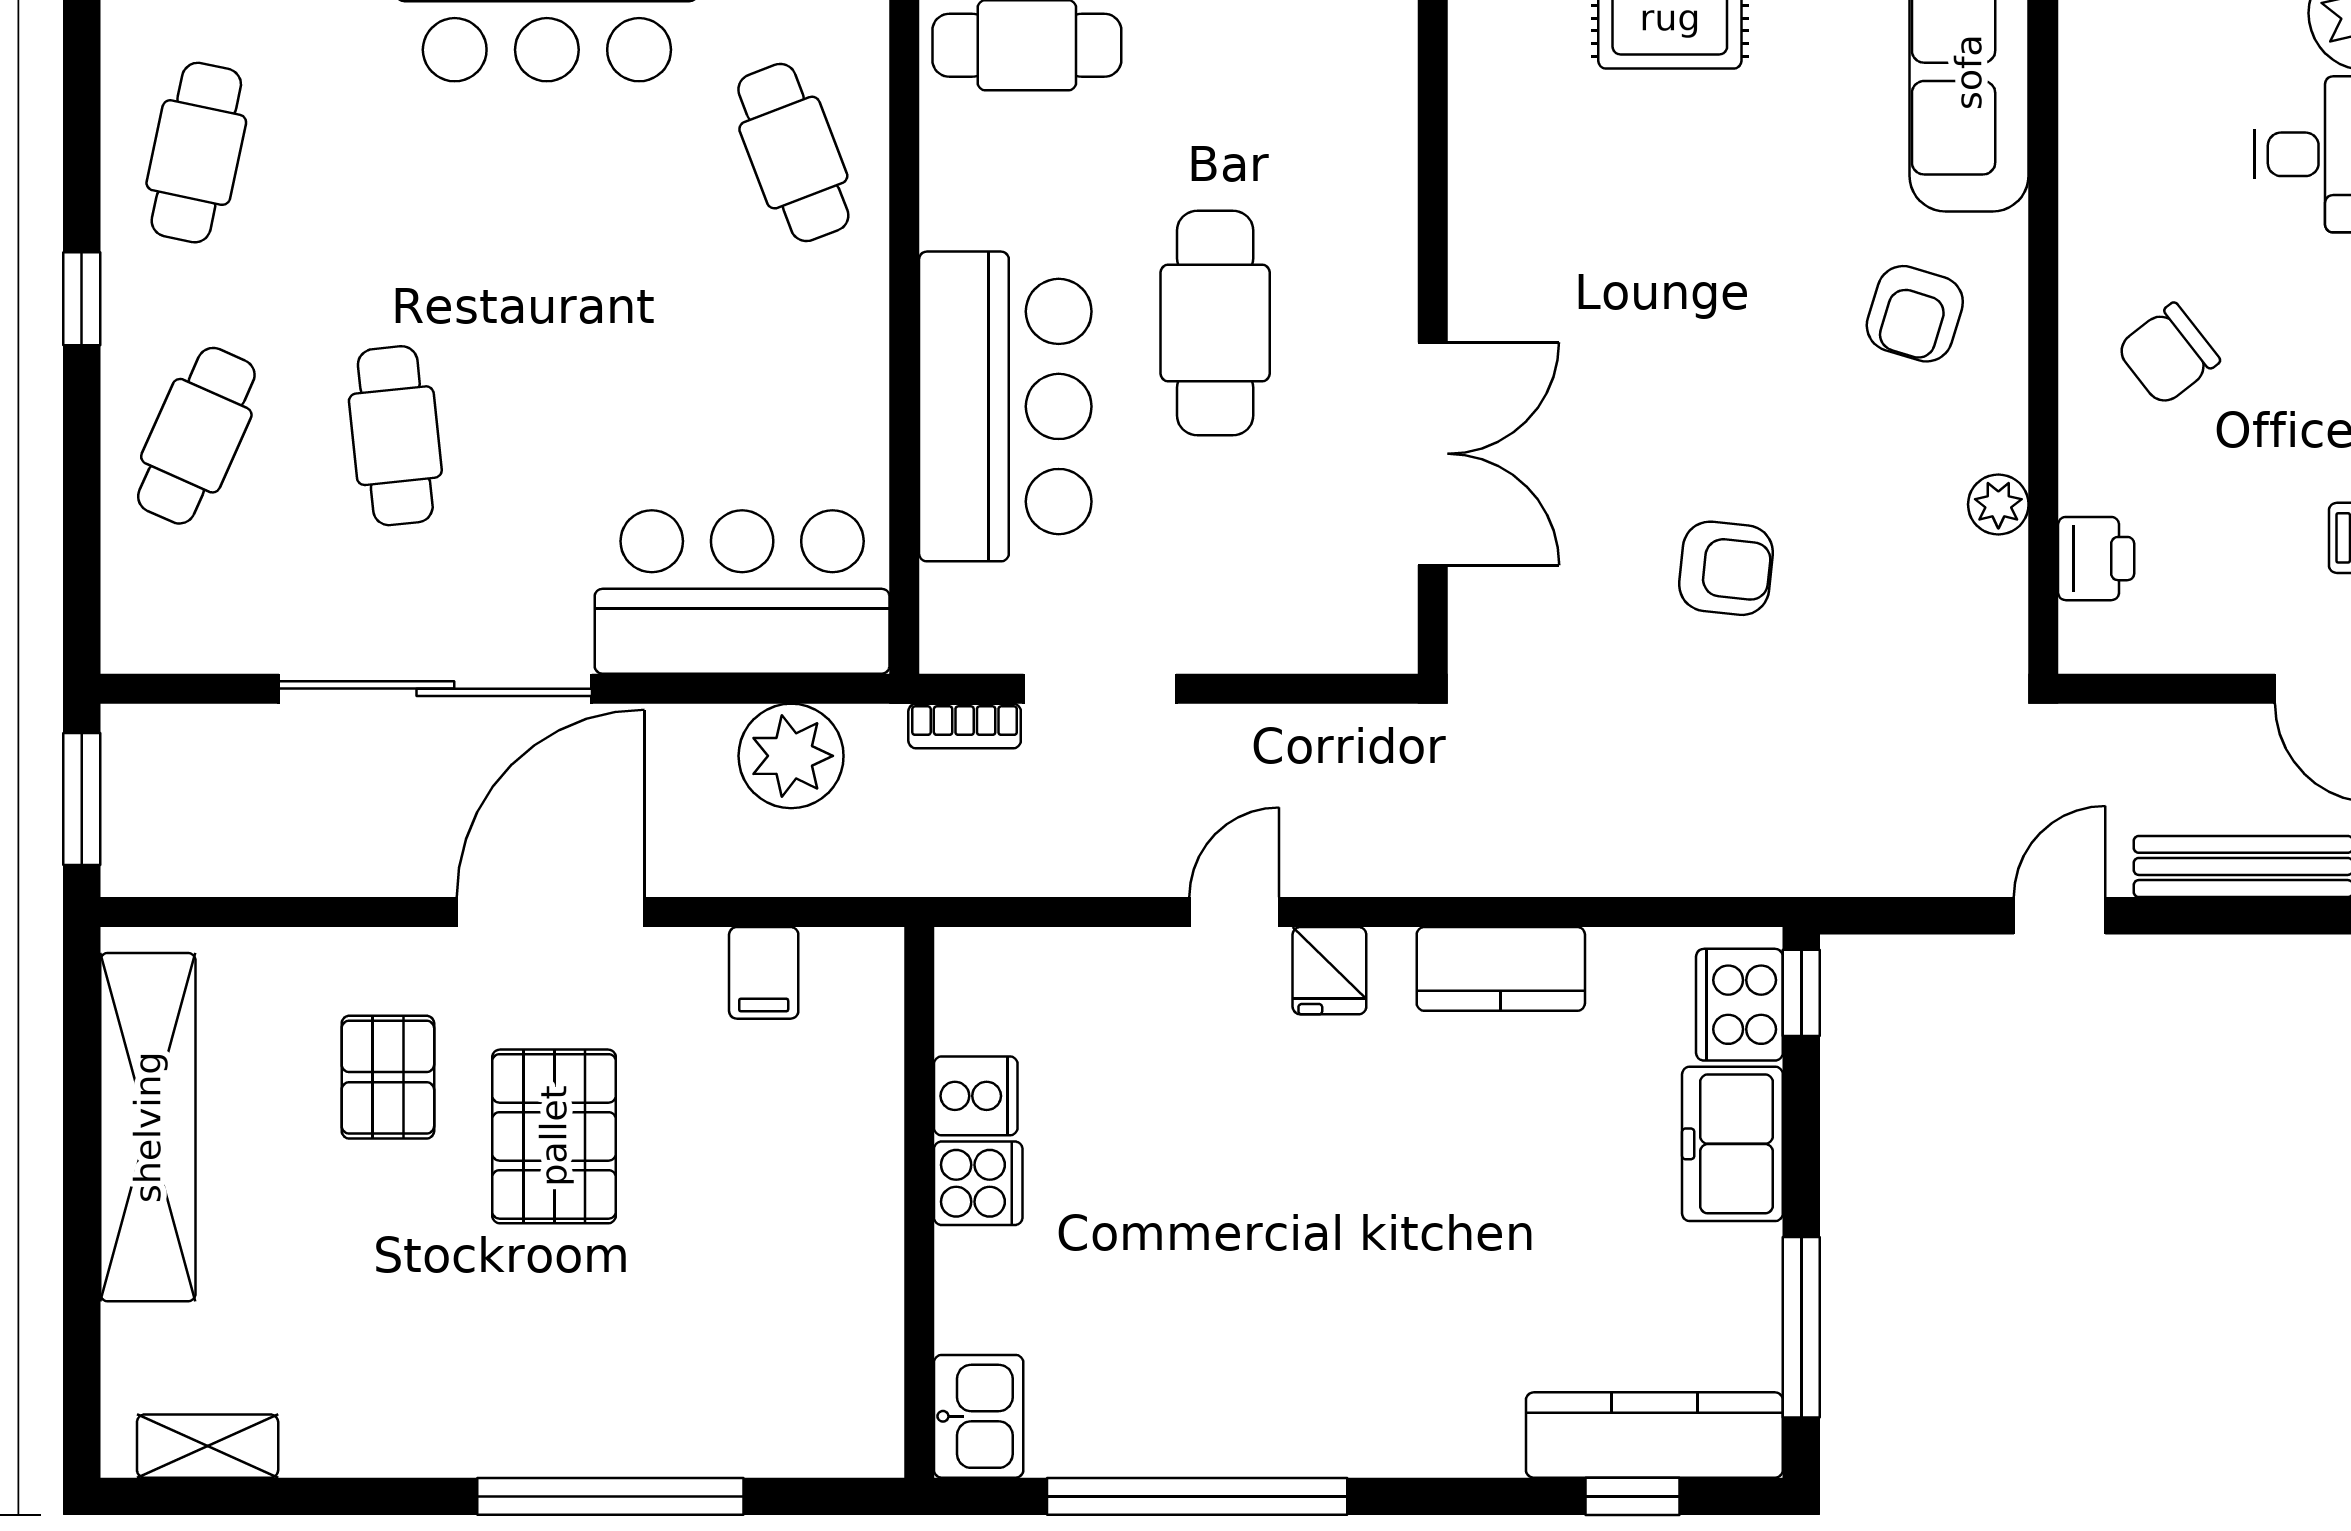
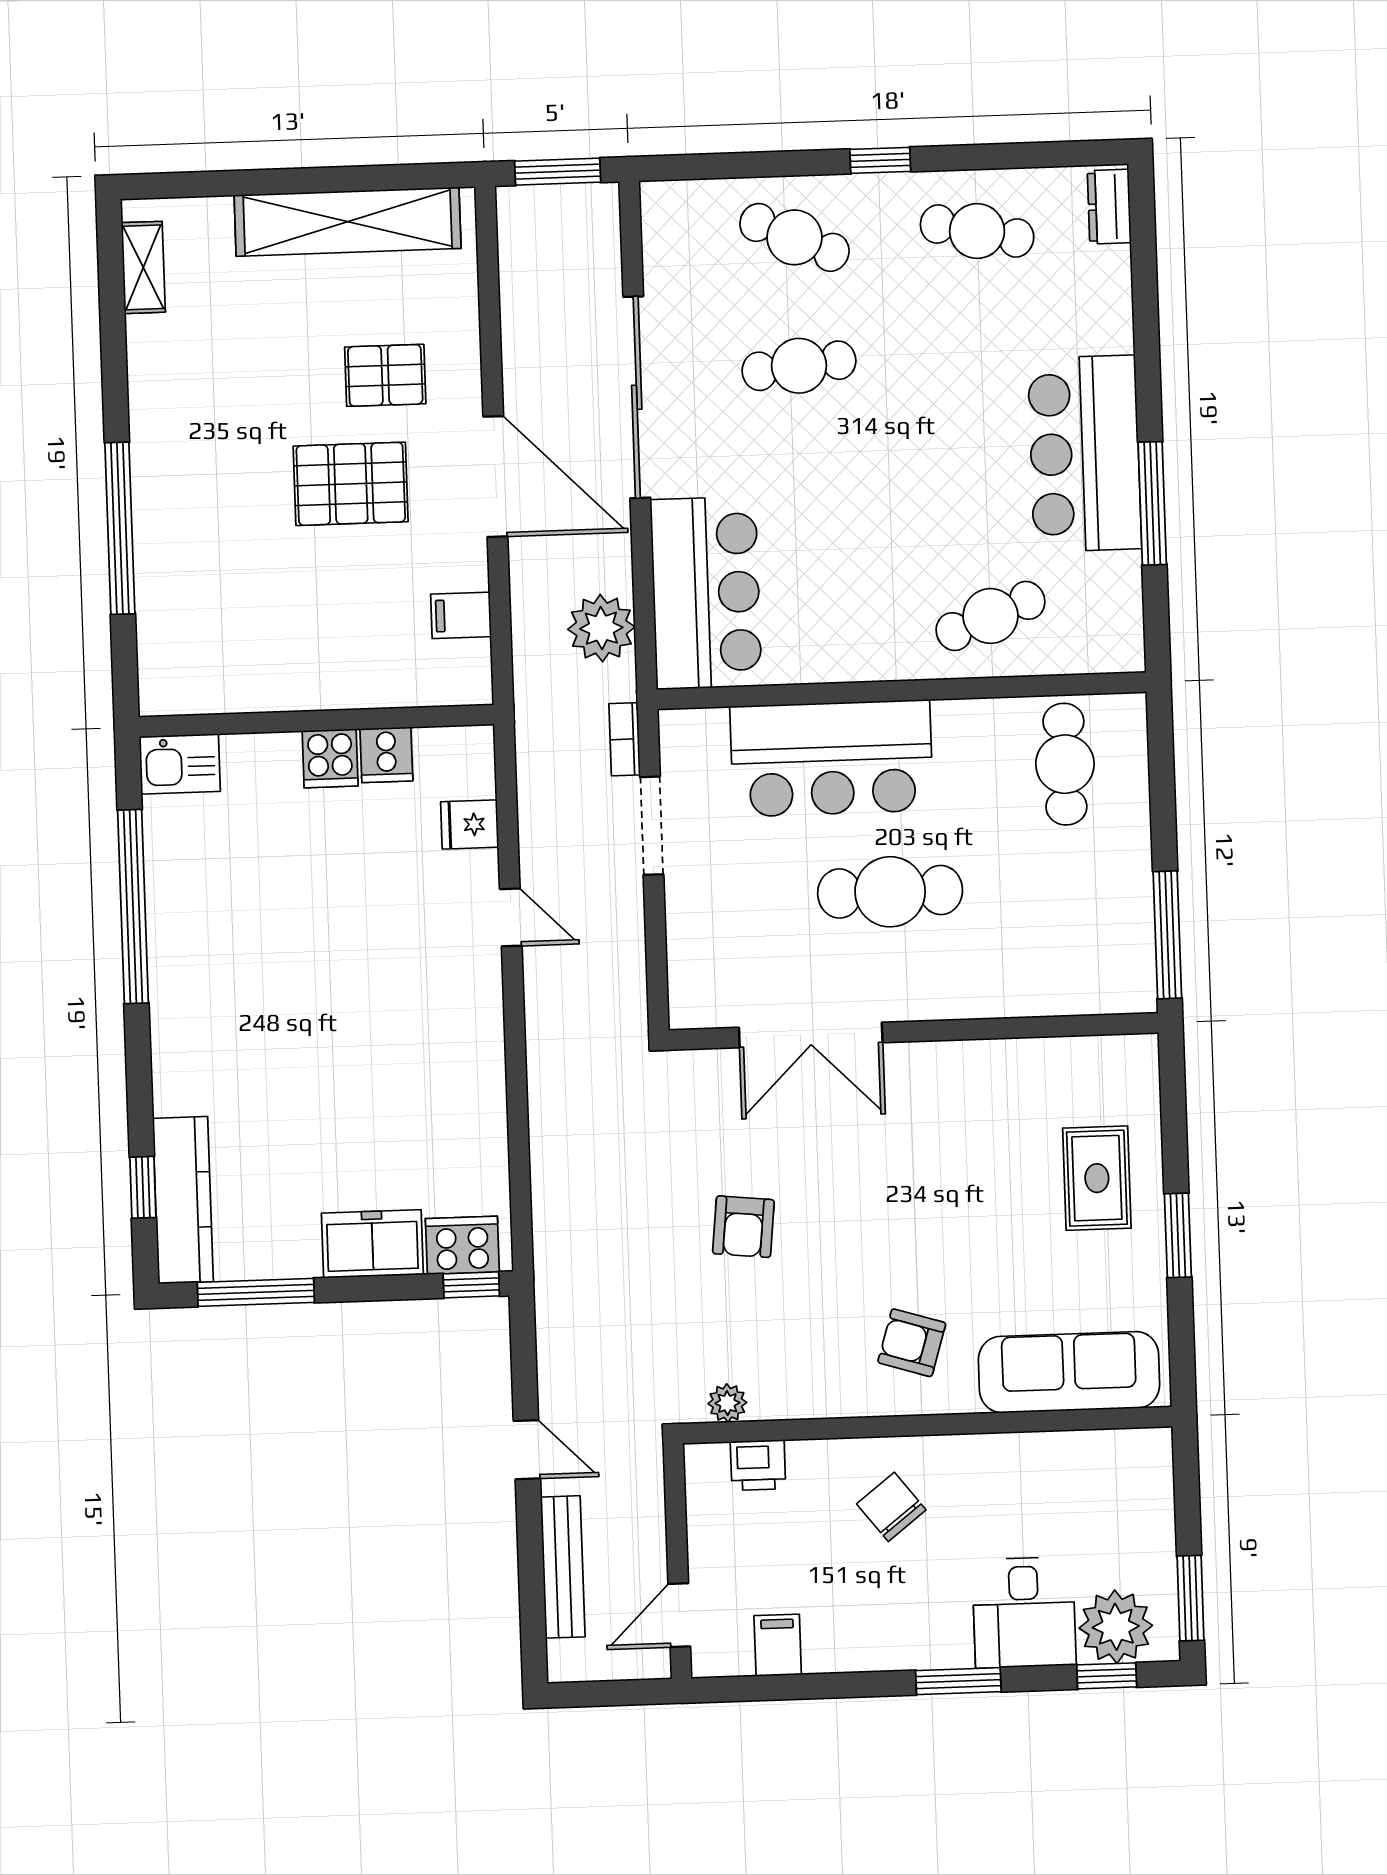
plant: (1998, 504) -> (727, 1403), moved
kitchen counter: (1501, 969) -> (480, 1091), removed
fridge: (1329, 971) -> (470, 824), moved

